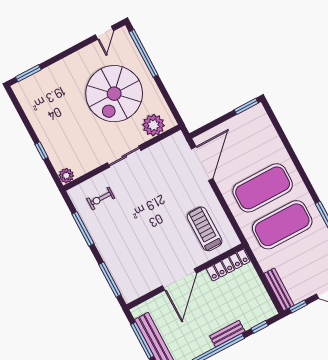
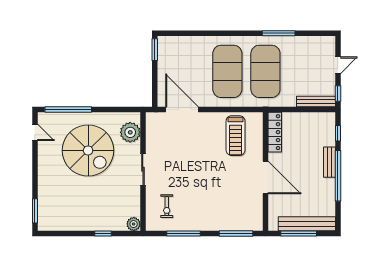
treadmill: (205, 229) -> (236, 136), turned -90

